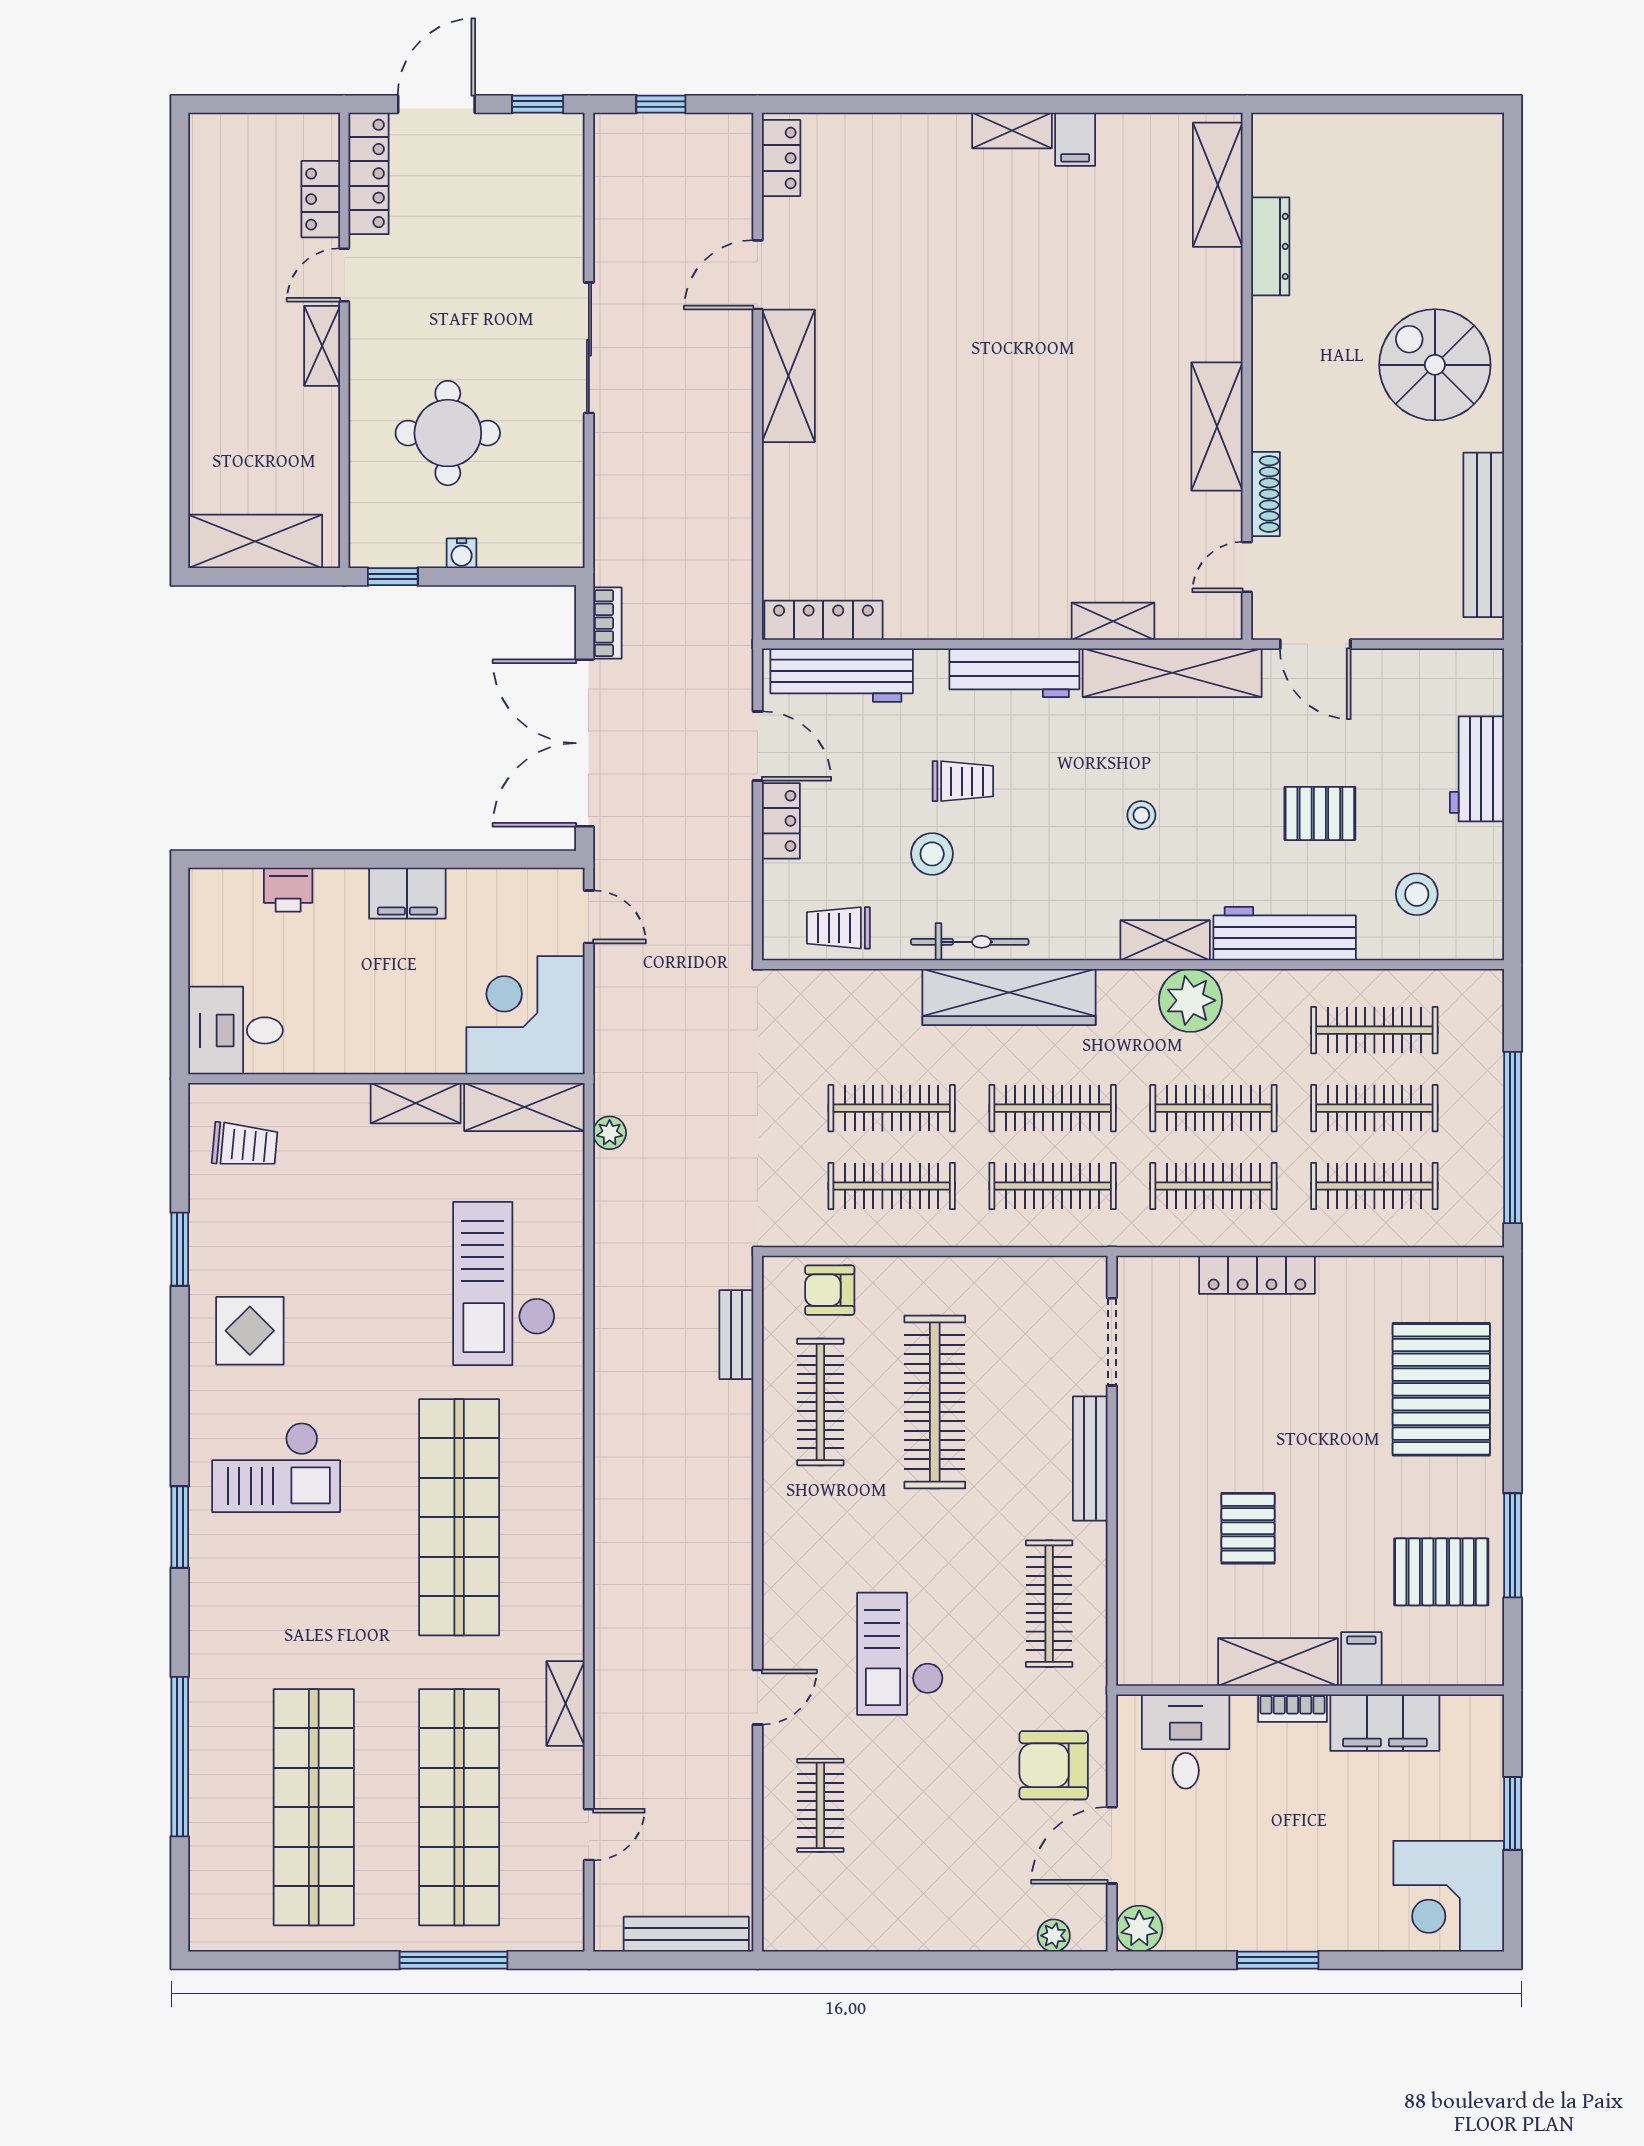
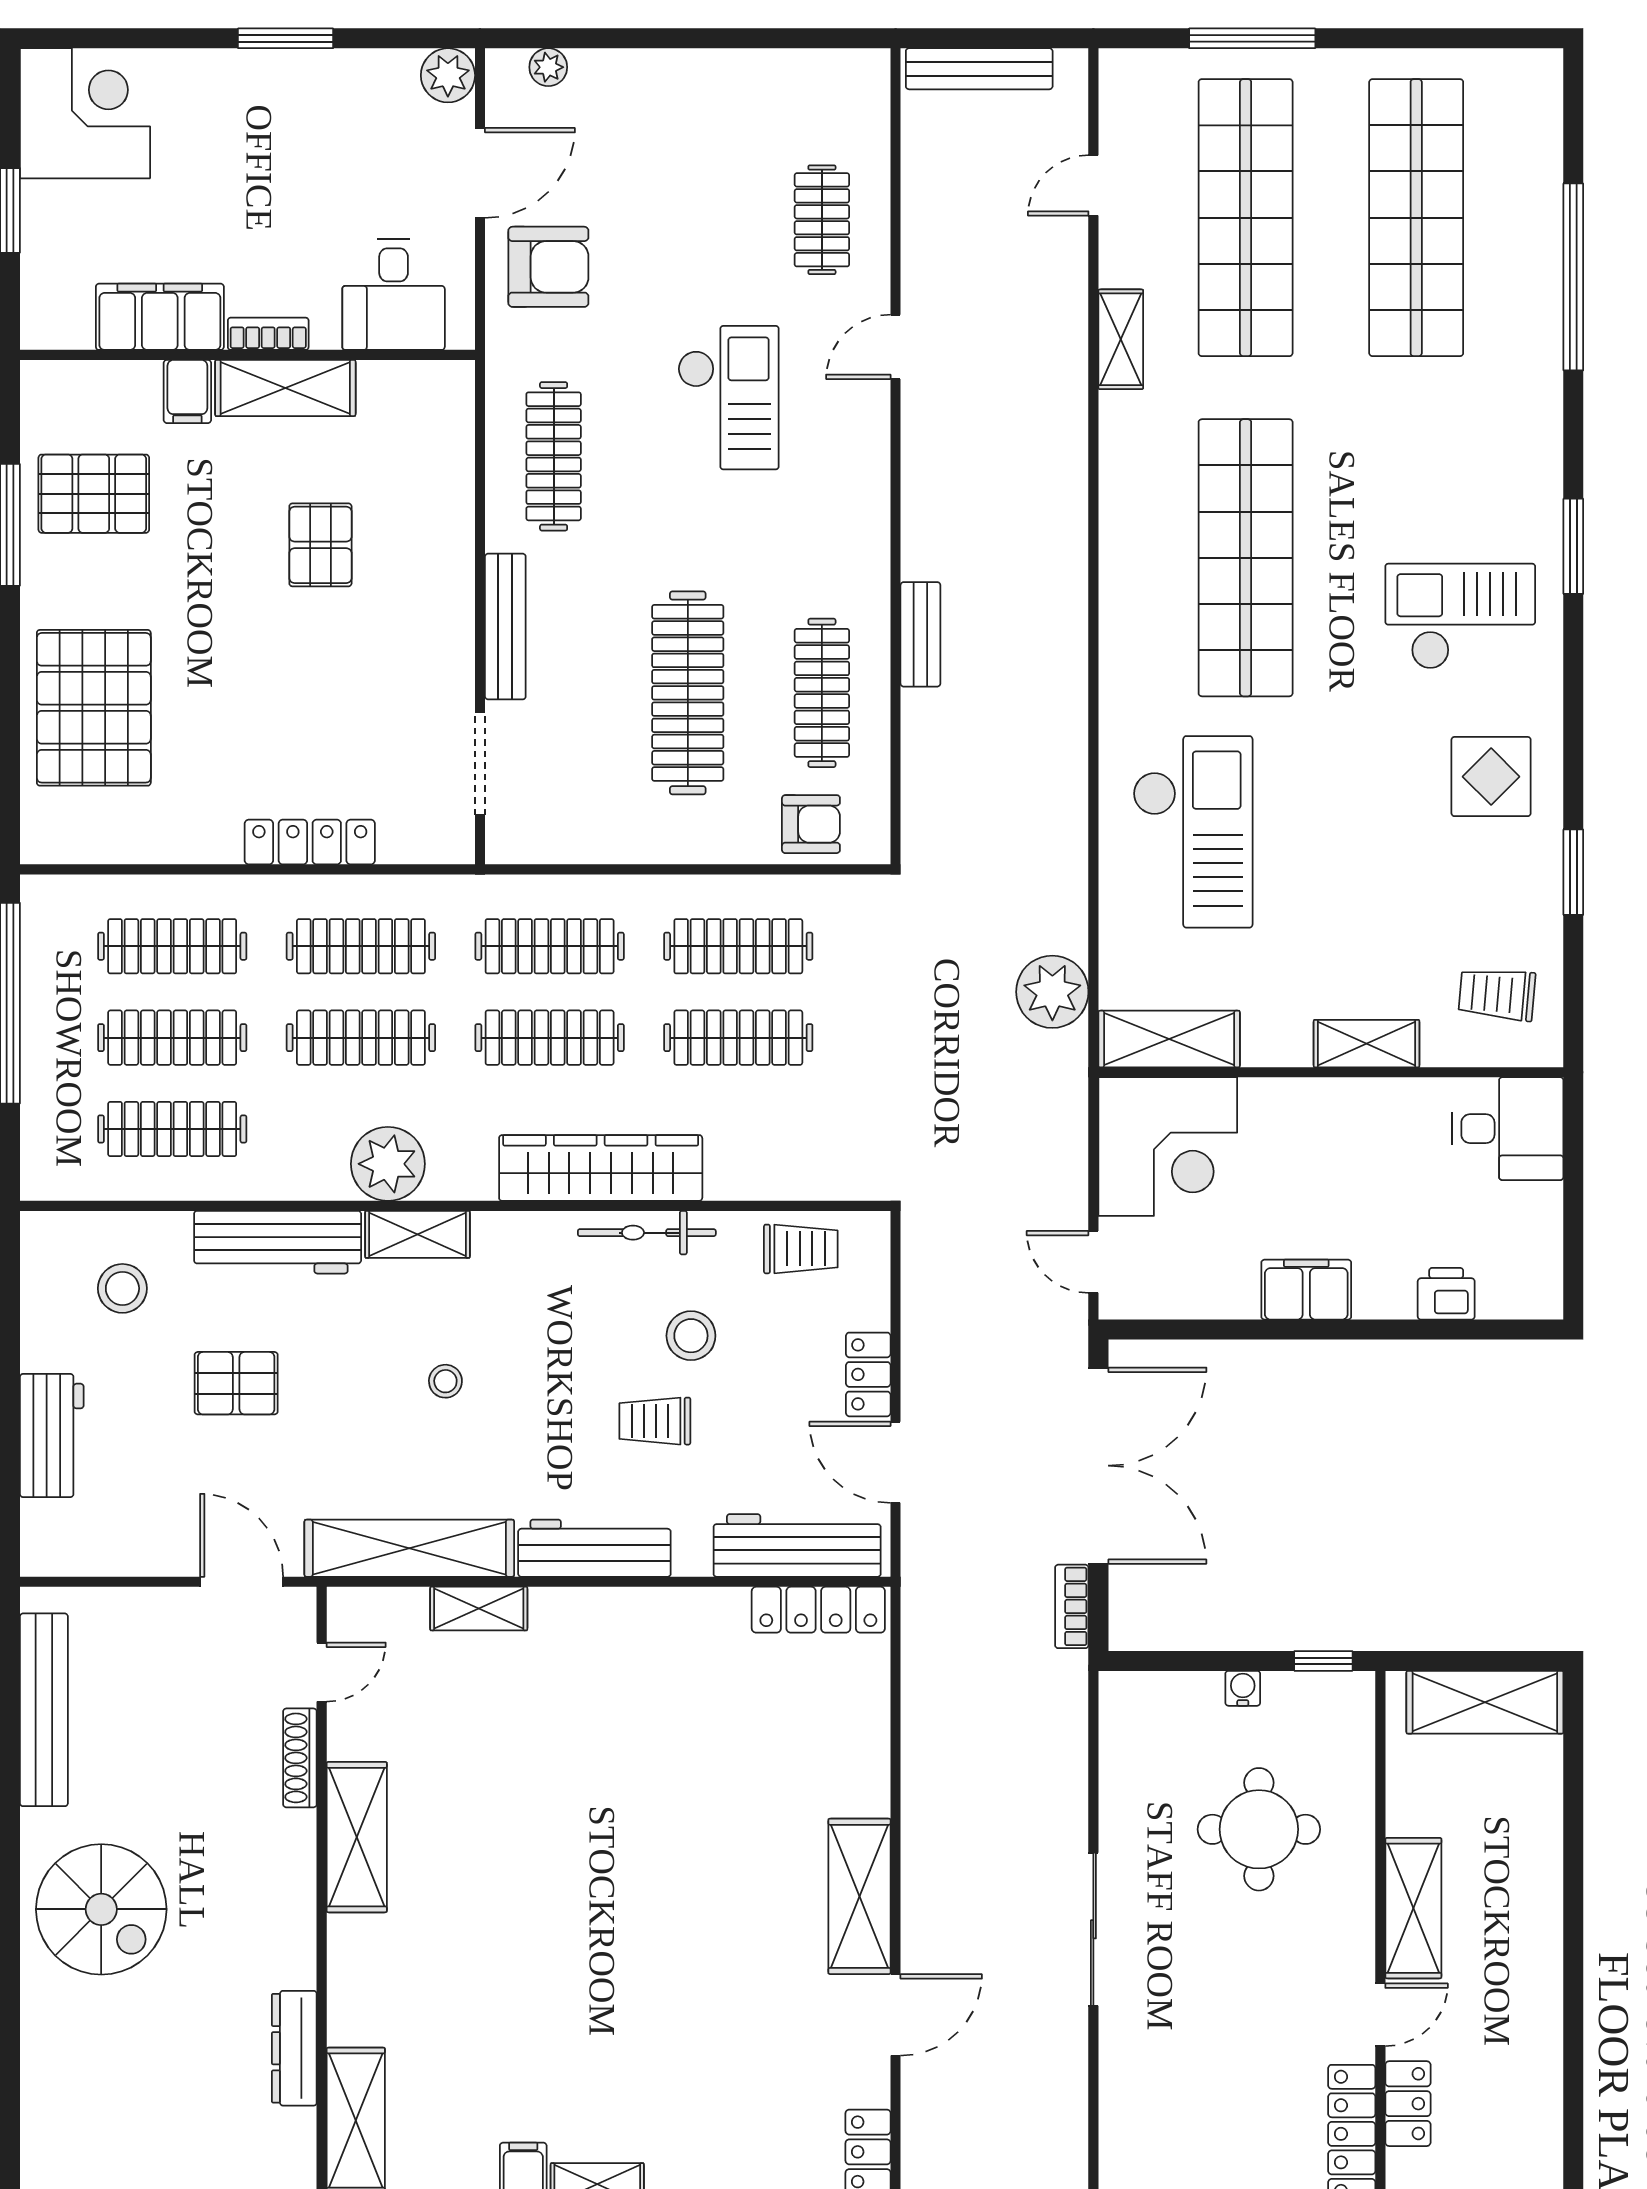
shelving: (322, 346) -> (1413, 1908), width x1.50, depth x1.33
shelving: (416, 1103) -> (1367, 1044), moved
plant: (610, 1133) -> (1052, 992), width x1.88, depth x1.88
bench: (736, 1335) -> (920, 634), moved

